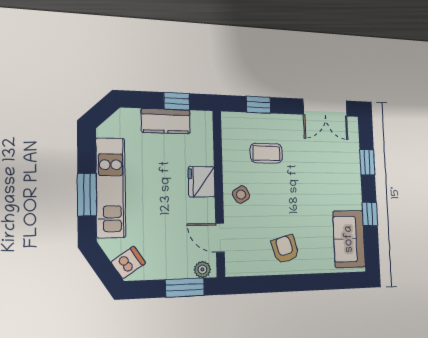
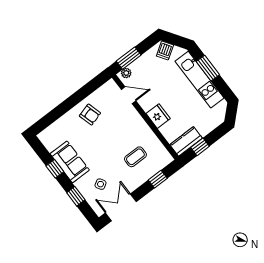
kitchen counter: (166, 121) -> (186, 141), moved
side table: (241, 194) -> (101, 184), moved
sofa: (349, 239) -> (70, 162), moved

